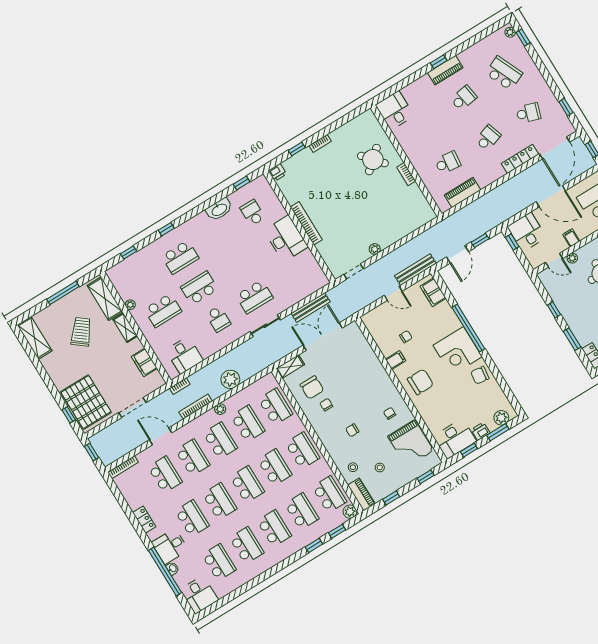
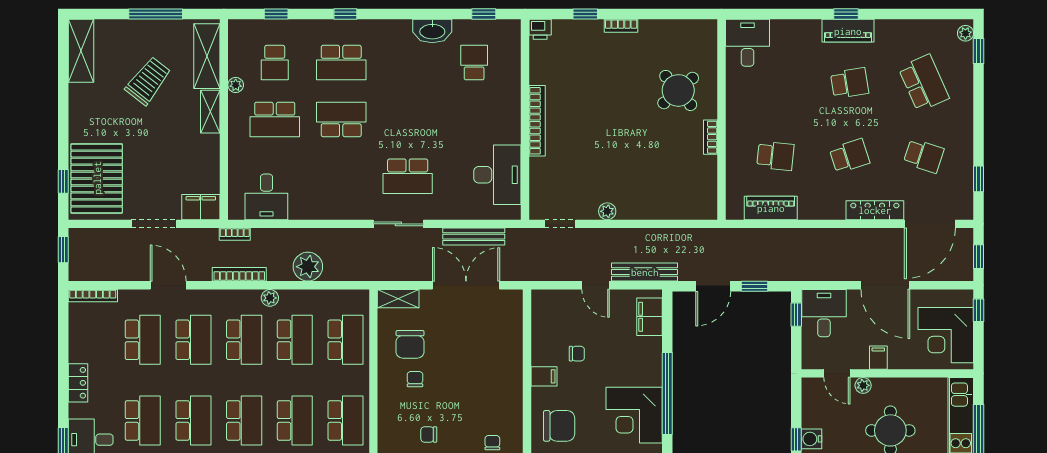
desk: (286, 239) -> (497, 175), moved
water cooler: (562, 305) -> (811, 439), added
school desk: (218, 319) -> (275, 63), moved
filing cabinet: (144, 362) -> (201, 207), moved, turned 90

